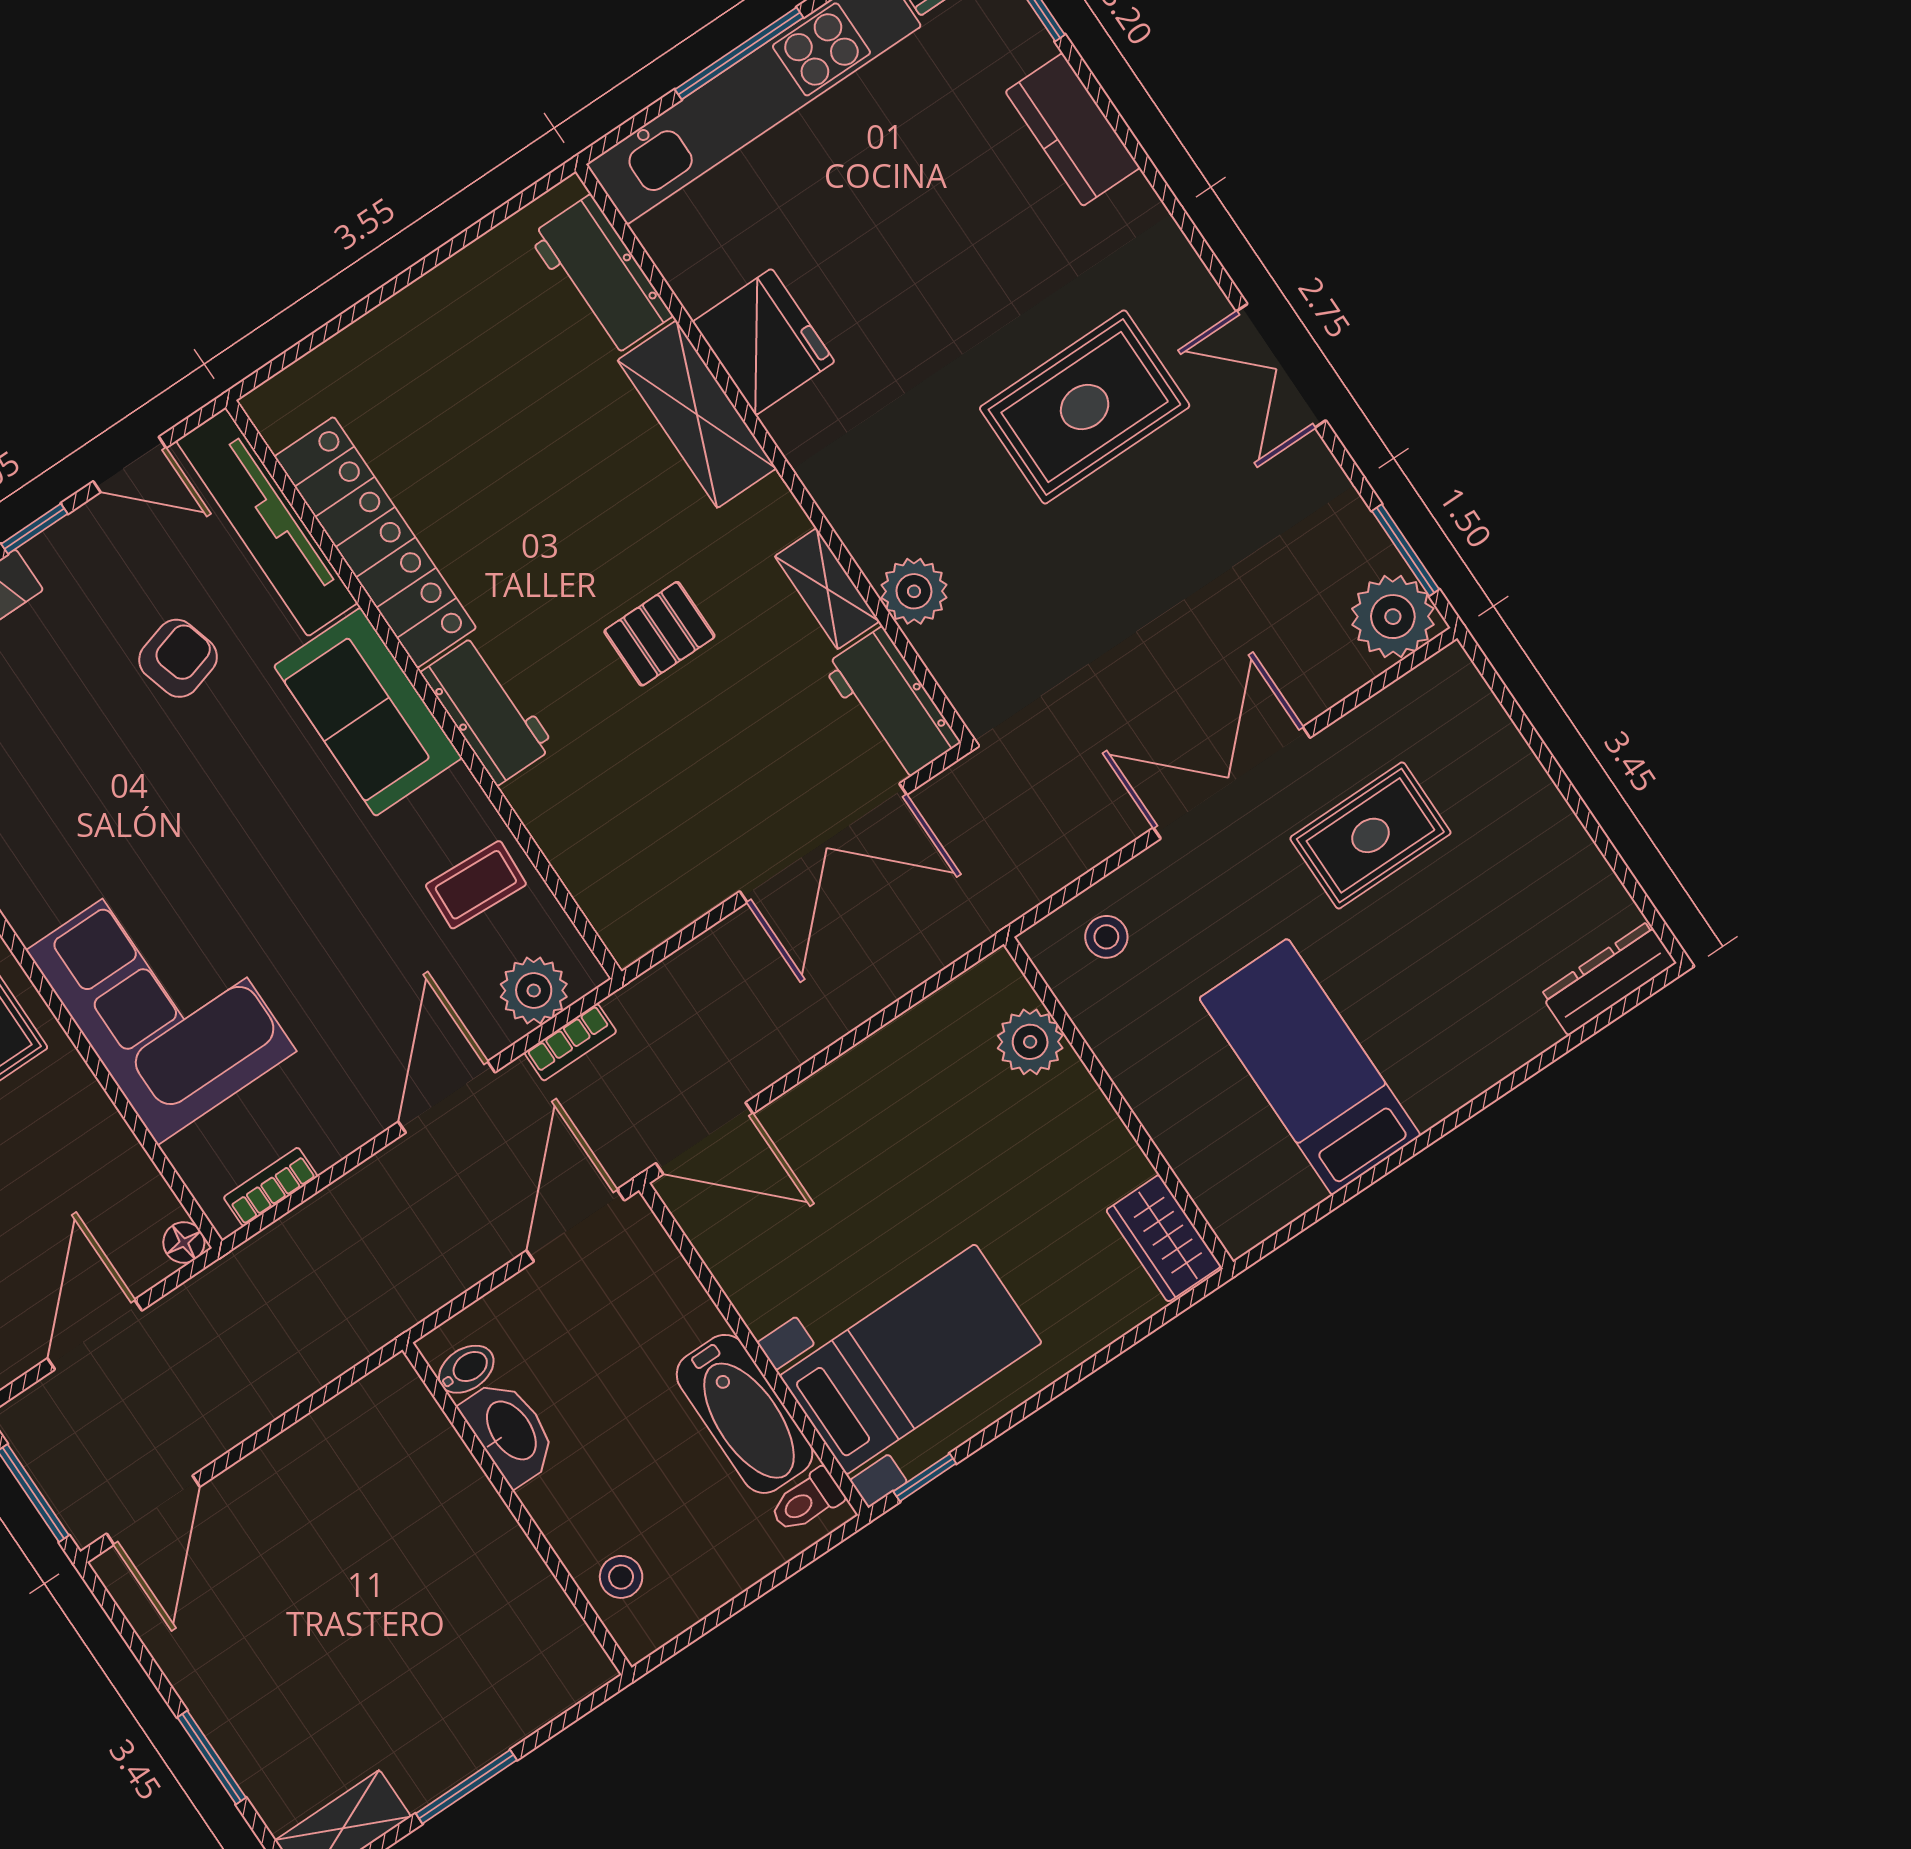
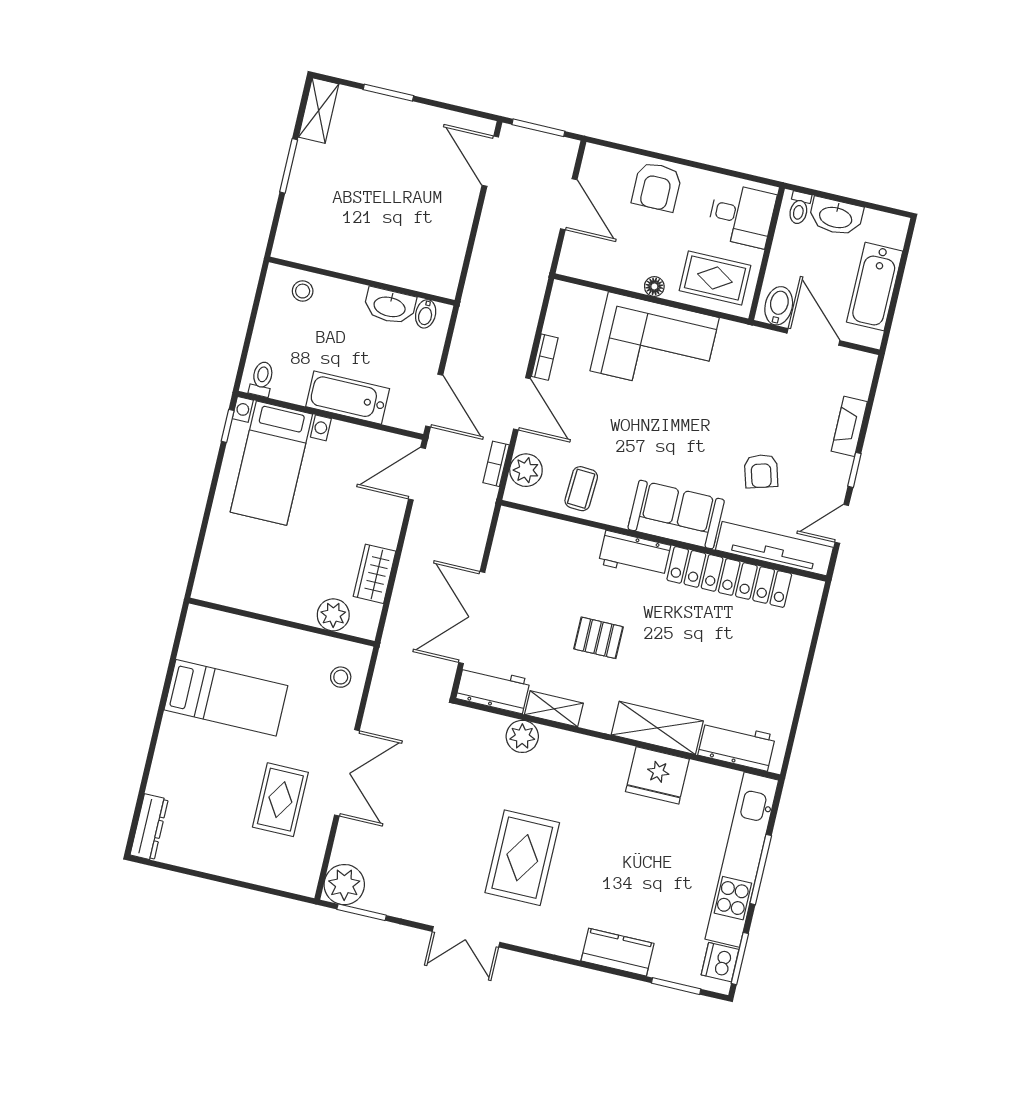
double door: (1281, 366) -> (466, 937), swing flipped
pallet: (659, 634) -> (598, 638), turned 90
bookcase: (271, 1187) -> (545, 357), moved
wardrobe: (1164, 1238) -> (375, 574), moved, turned -90
floor lamp: (184, 1243) -> (654, 286), moved
bathtub: (745, 1414) -> (348, 398), moved

